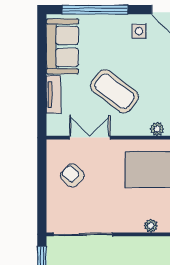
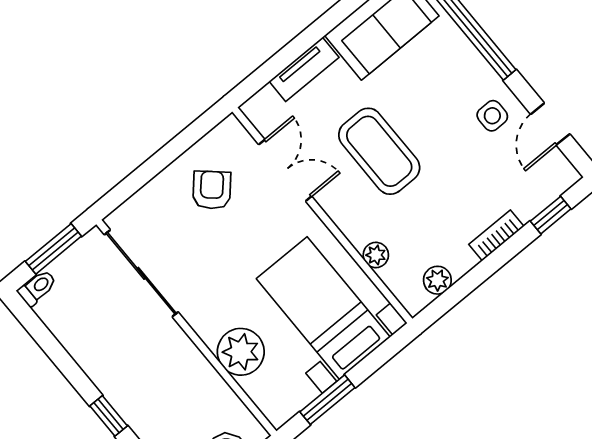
coffee table: (114, 91) -> (379, 151), turned -37
plant: (151, 226) -> (241, 352), width x1.88, depth x1.88

